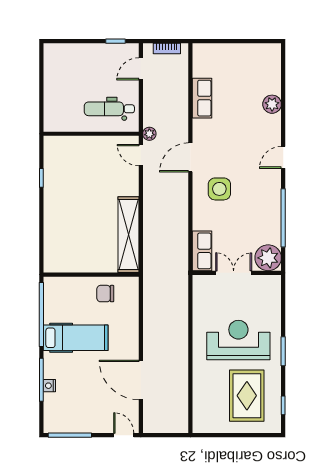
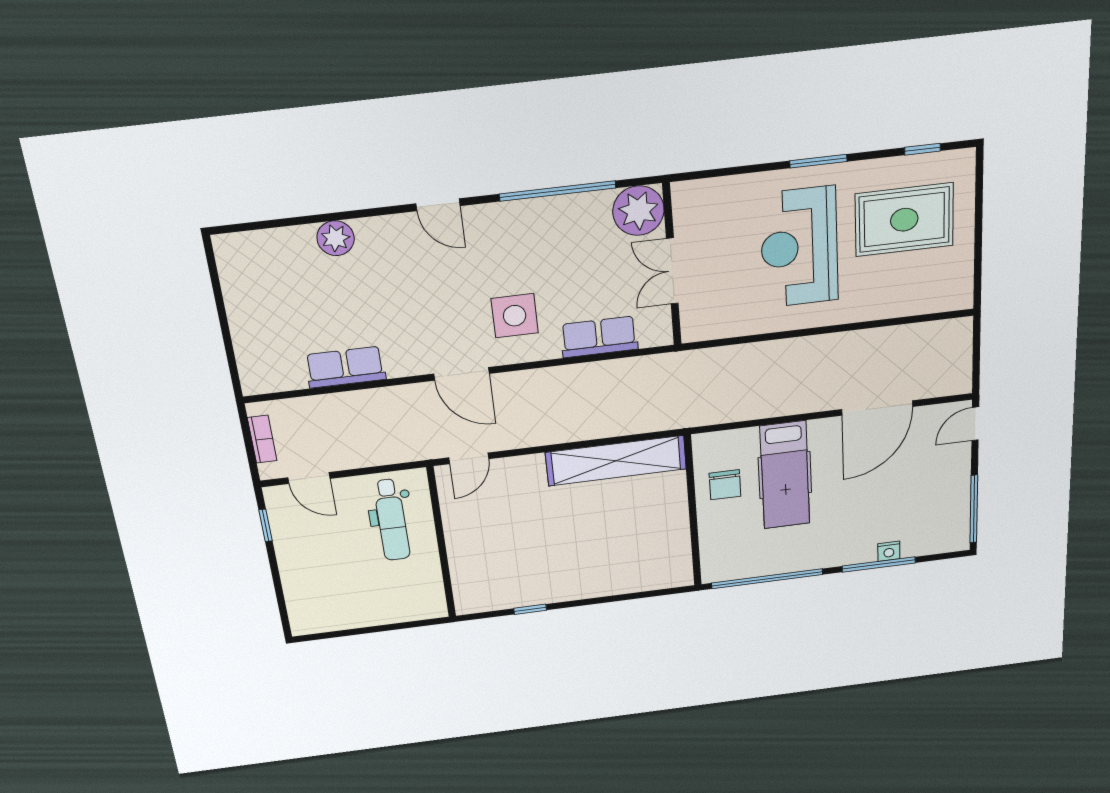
plant: (149, 134) -> (427, 449), removed
row of seats: (202, 251) -> (599, 337), moved
hospital bed: (76, 338) -> (785, 475), moved, turned 180

